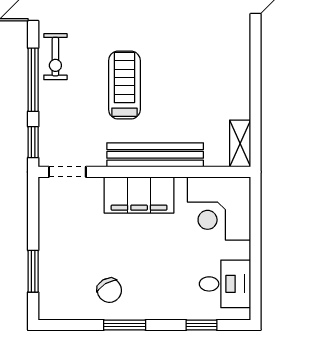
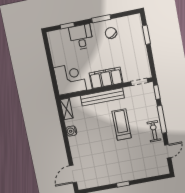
treadmill: (124, 85) -> (122, 125), turned 180
water cooler: (239, 92) -> (71, 131), added
desk: (225, 284) -> (81, 37), moved, turned 90

